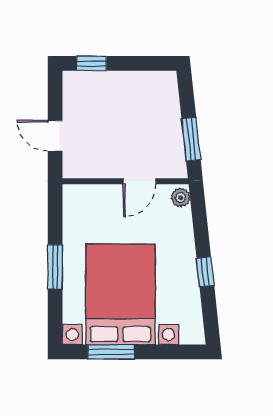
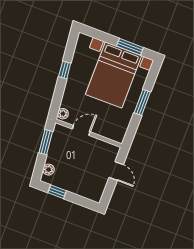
window: (92, 63) -> (57, 192), moved
plant: (169, 95) -> (49, 170), added

